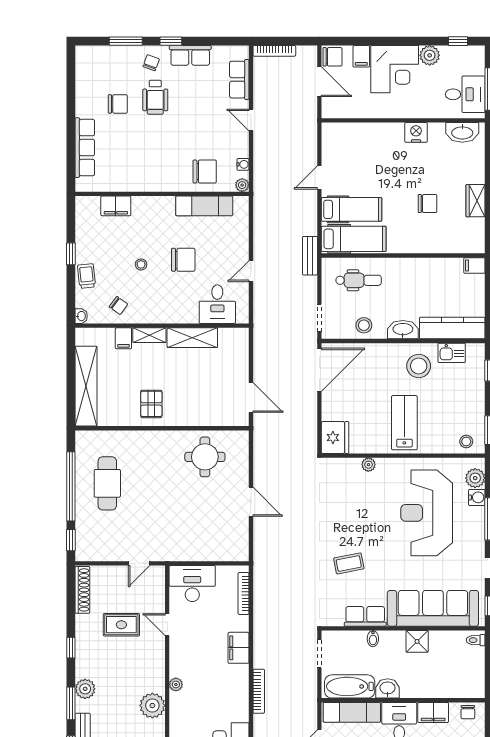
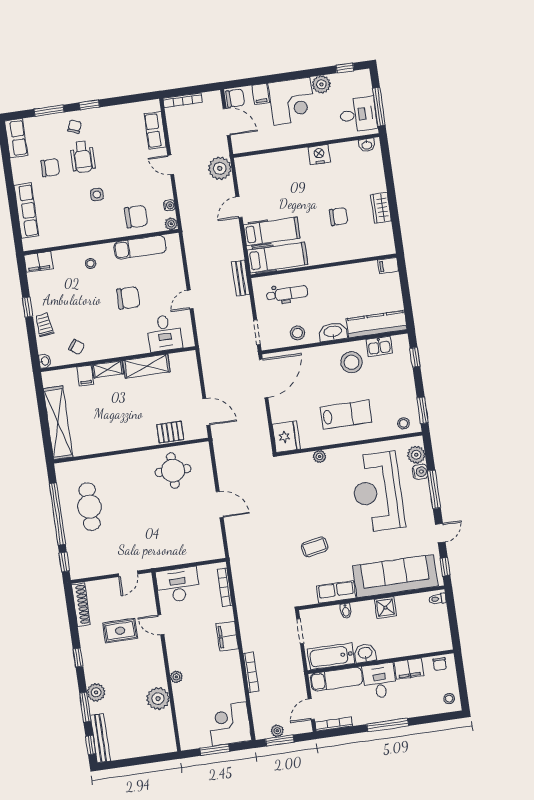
row of seats: (190, 55) -> (16, 138), moved, turned -90
plant: (304, 132) -> (220, 168), added
washbasin: (462, 132) -> (367, 145), width x0.52, depth x0.69
side table: (165, 141) -> (97, 195), added
filing cabinet: (116, 206) -> (38, 262), moved
stool: (141, 264) -> (90, 264), moved
pallet: (151, 404) -> (170, 432), moved, turned 90
lab bench: (404, 423) -> (346, 415), turned 90

